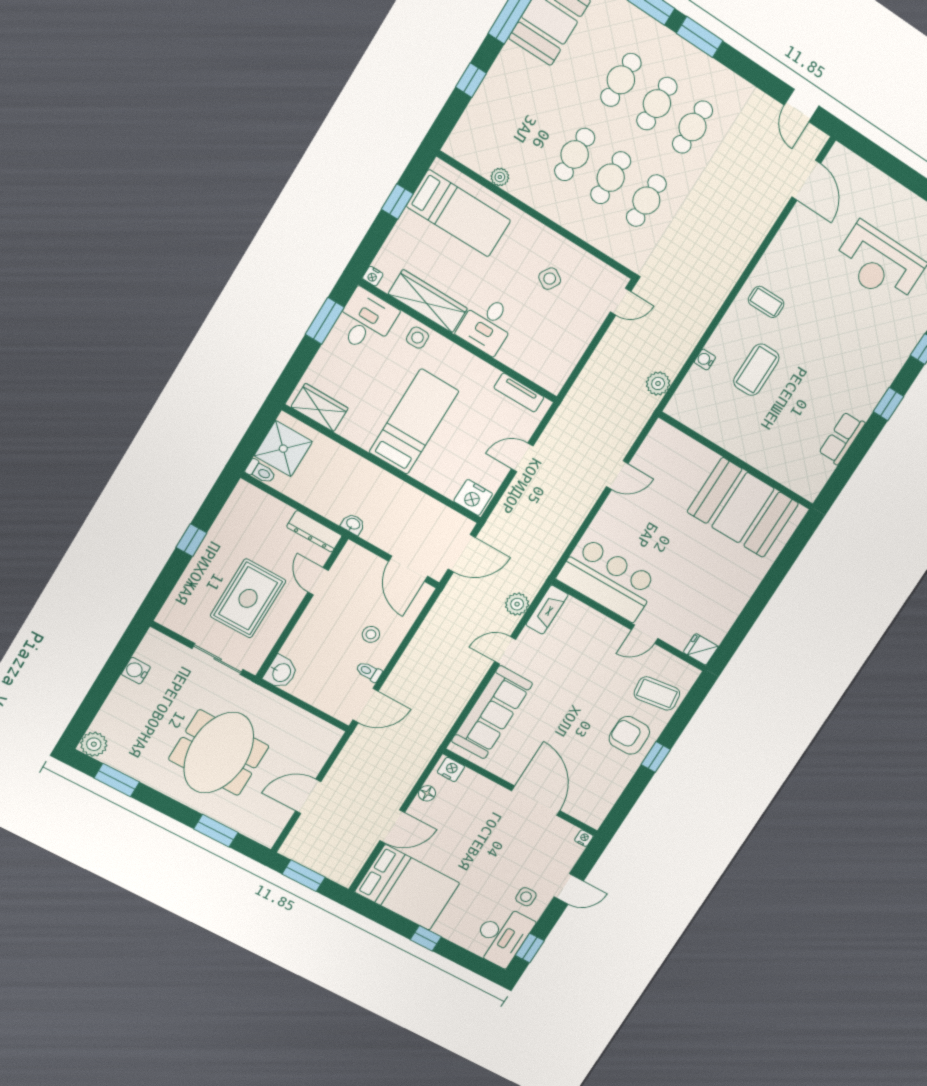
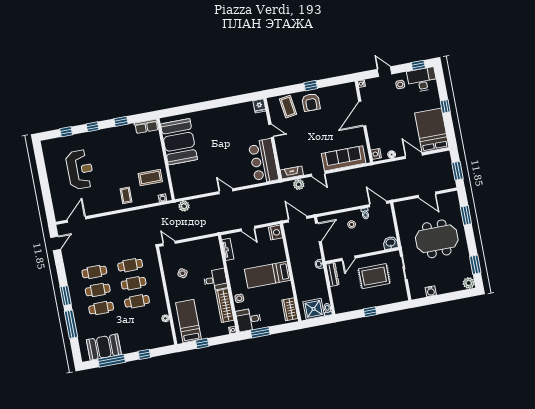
wall: (736, 461) -> (166, 159), moved
booth: (743, 508) -> (179, 142), moved

